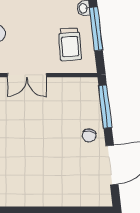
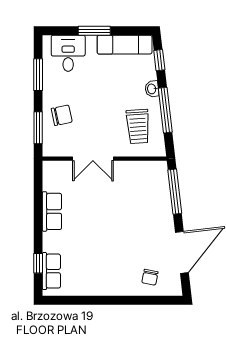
chair: (89, 135) -> (150, 277), moved

